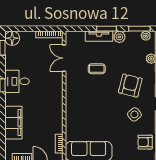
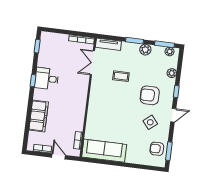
tv unit: (99, 36) -> (108, 44), moved
floor lamp: (12, 38) -> (47, 39), removed
armchair: (130, 85) -> (150, 95), turned -104

